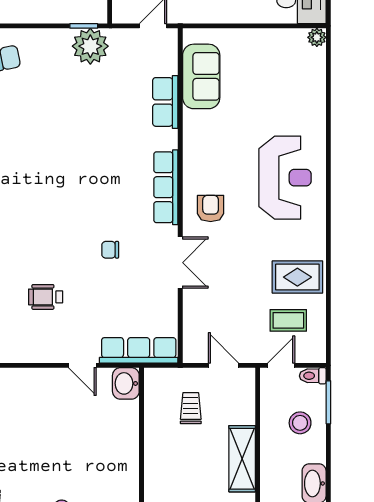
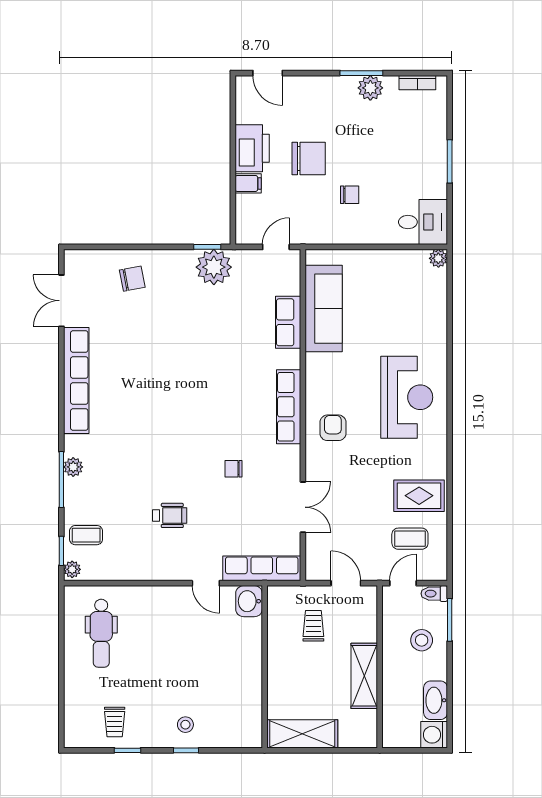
sofa: (201, 76) -> (324, 309), width x1.36
double door: (180, 263) -> (303, 507), moved
wheelchair: (46, 297) -> (170, 515), turned 180

